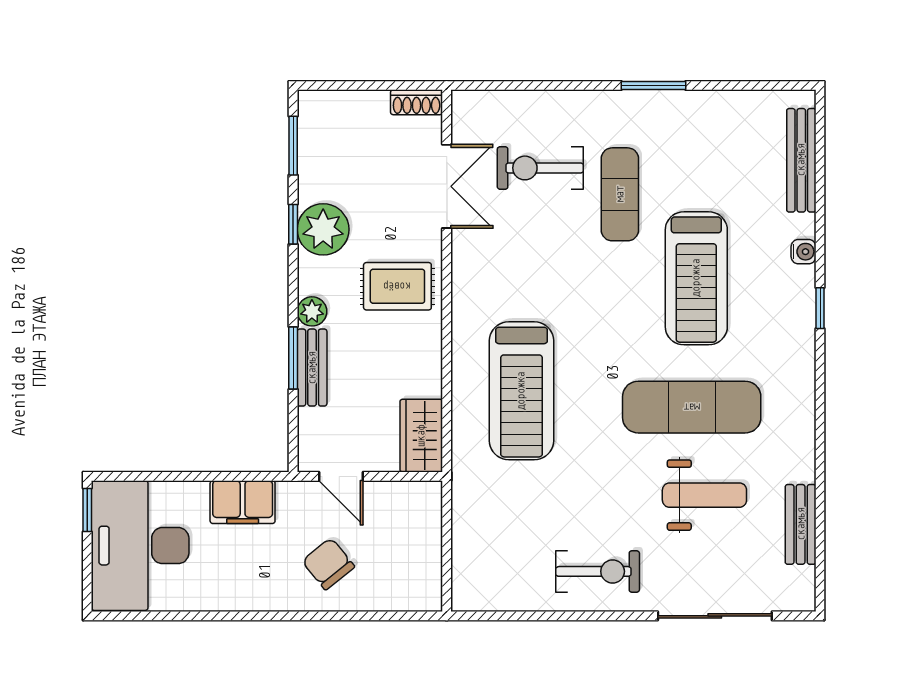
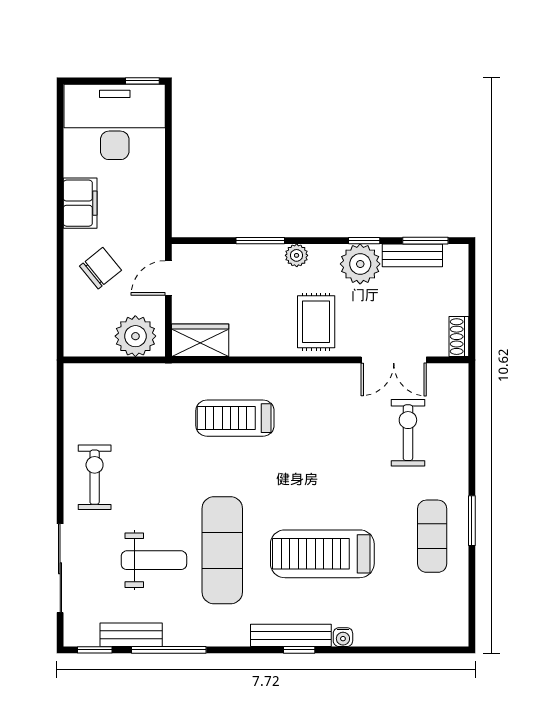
bench: (801, 160) -> (291, 635), moved
exercise mat: (620, 194) -> (432, 536), moved, turned 90
bench: (312, 368) -> (412, 255), moved
treadmill: (521, 391) -> (235, 418), width x0.73, depth x0.73
window: (820, 476) -> (169, 650), added
weight bench: (704, 495) -> (154, 560), turned -90
filing cabinet: (243, 502) -> (80, 203), moved, turned 180
plant: (416, 519) -> (135, 336), added
exercise bike: (598, 571) -> (95, 477), turned 180
window: (820, 571) -> (95, 650), added

